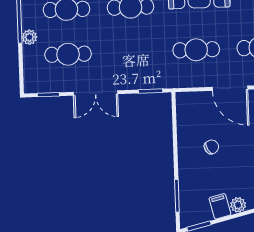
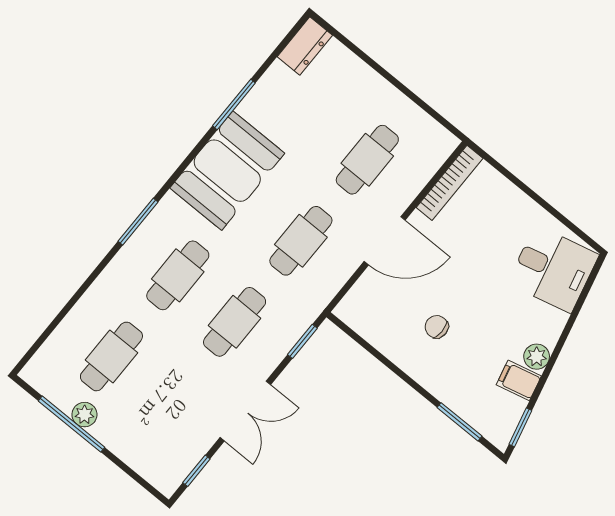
plant: (29, 37) -> (84, 415), moved
cafe table: (68, 54) -> (235, 322), moved
chair: (211, 147) -> (437, 327), turned -60

